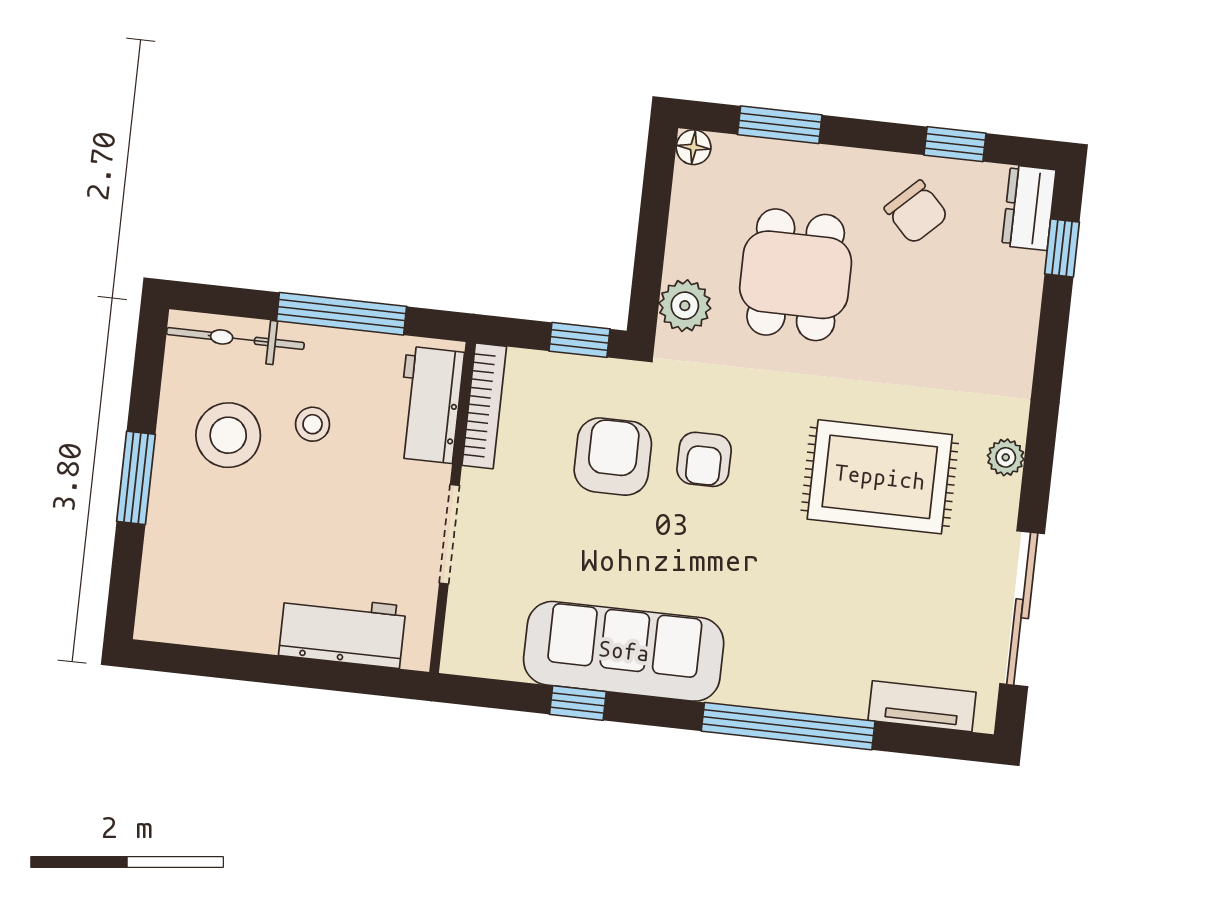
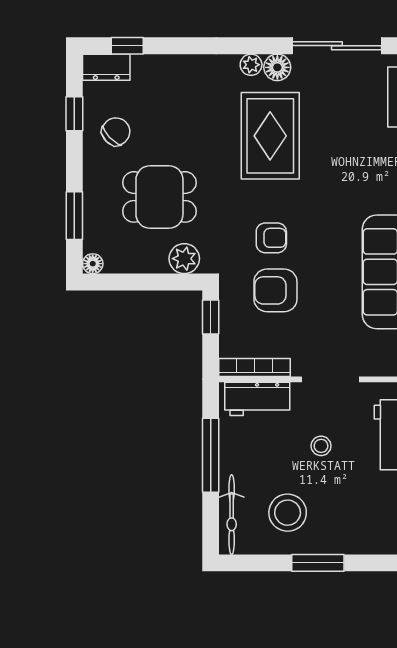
stool: (313, 424) -> (321, 446), moved
floor lamp: (996, 502) -> (277, 67), added

